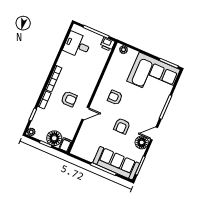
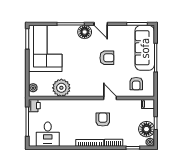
plant: (113, 75) -> (61, 88), added
armchair: (115, 97) -> (136, 84), moved
floor lamp: (54, 138) -> (146, 129), moved
floor lamp: (142, 142) -> (85, 32), moved

